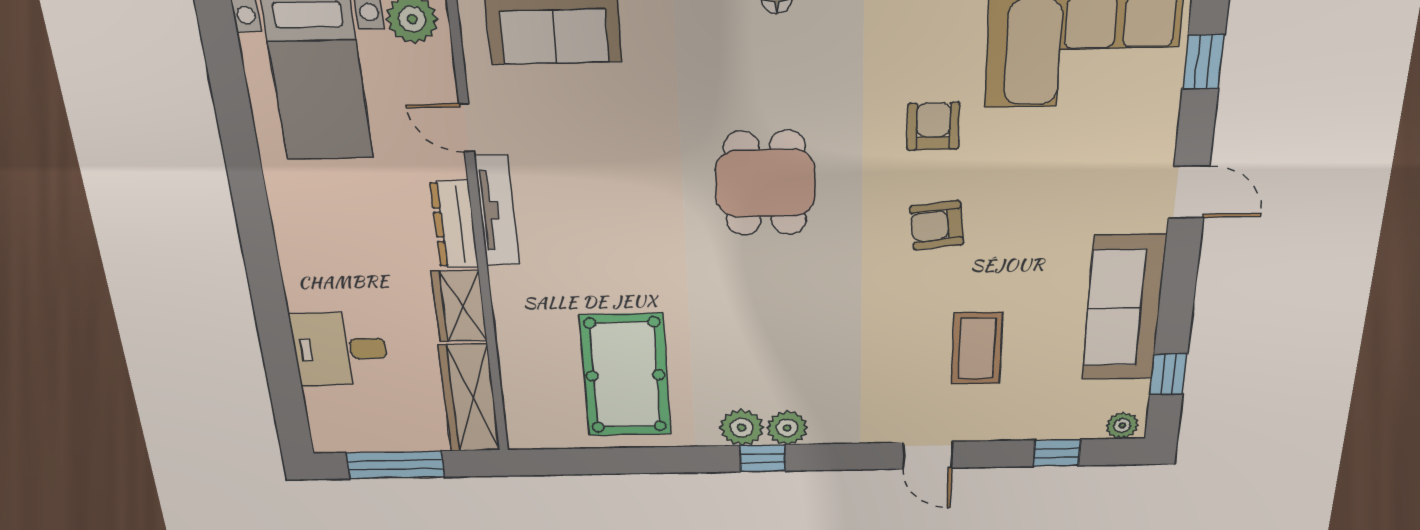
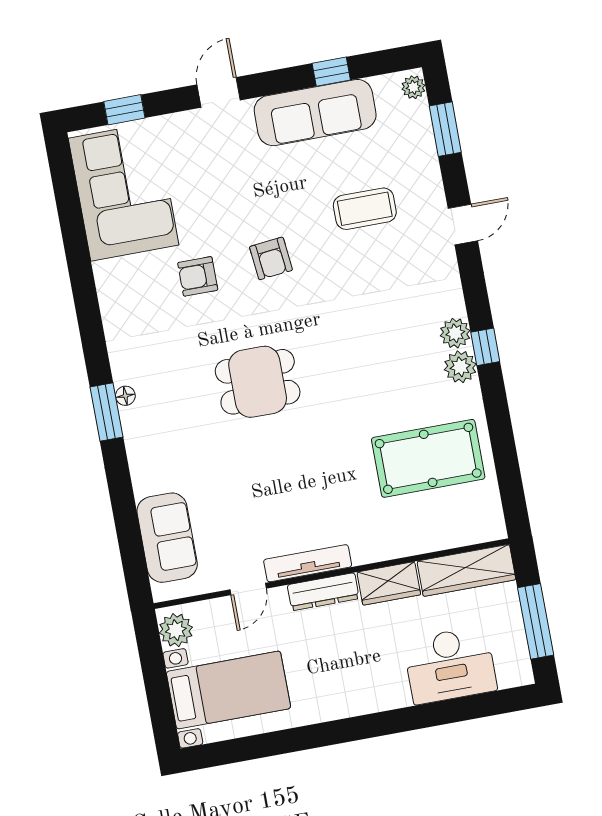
desk: (340, 349) -> (450, 665), width x1.37
window: (1168, 374) -> (331, 72), moved
window: (1057, 453) -> (445, 129), width x1.50

